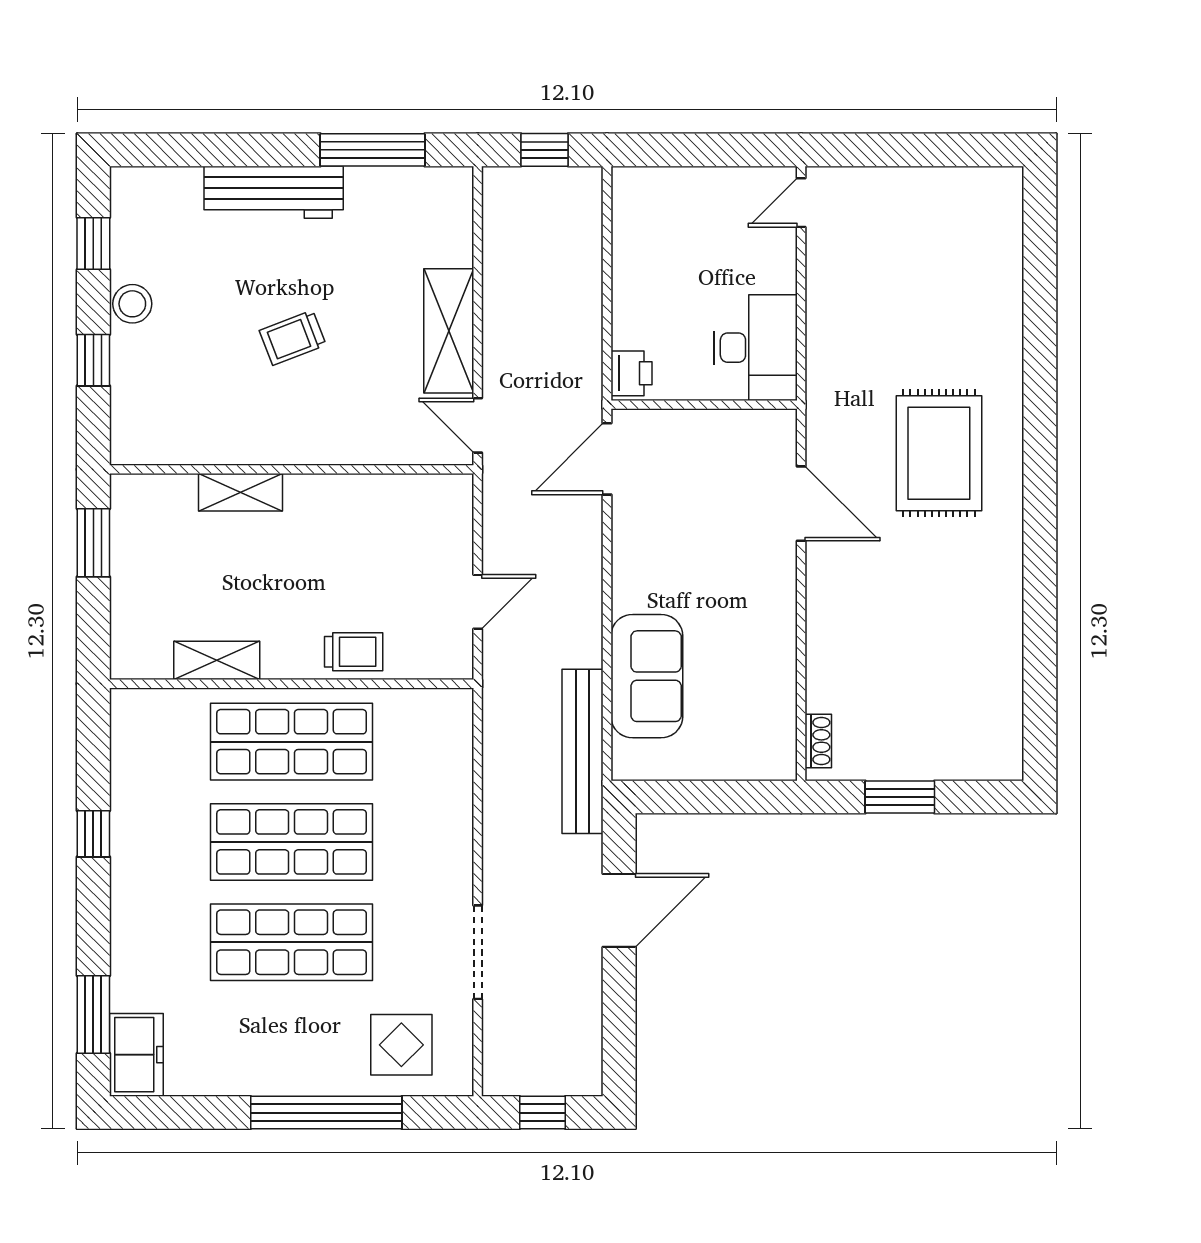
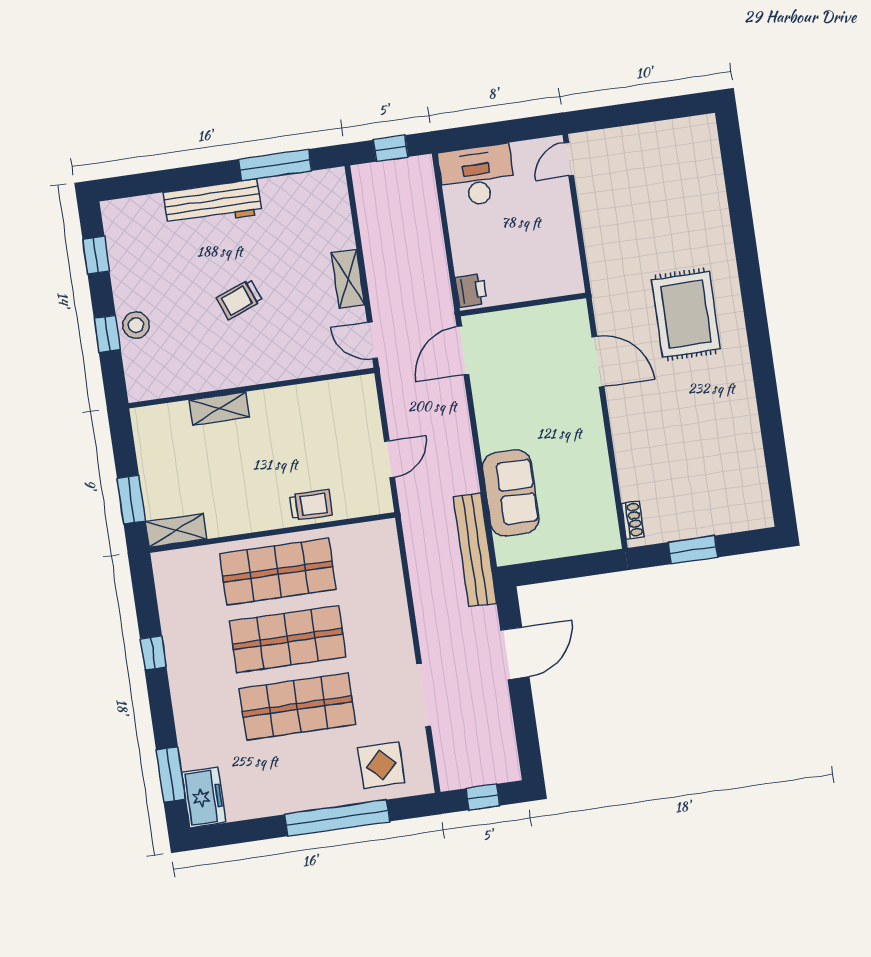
stool: (132, 304) -> (136, 325), moved
shelving: (449, 331) -> (348, 279), width x0.67, depth x0.75
desk: (755, 348) -> (477, 176), moved, turned -90
window: (93, 543) -> (131, 500), moved
shelving: (217, 660) -> (176, 530), moved

